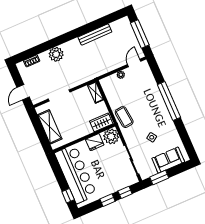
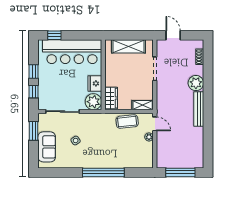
bench: (95, 34) -> (199, 109), moved
door: (134, 63) -> (155, 124), moved
coffee table: (124, 117) -> (127, 122), moved

